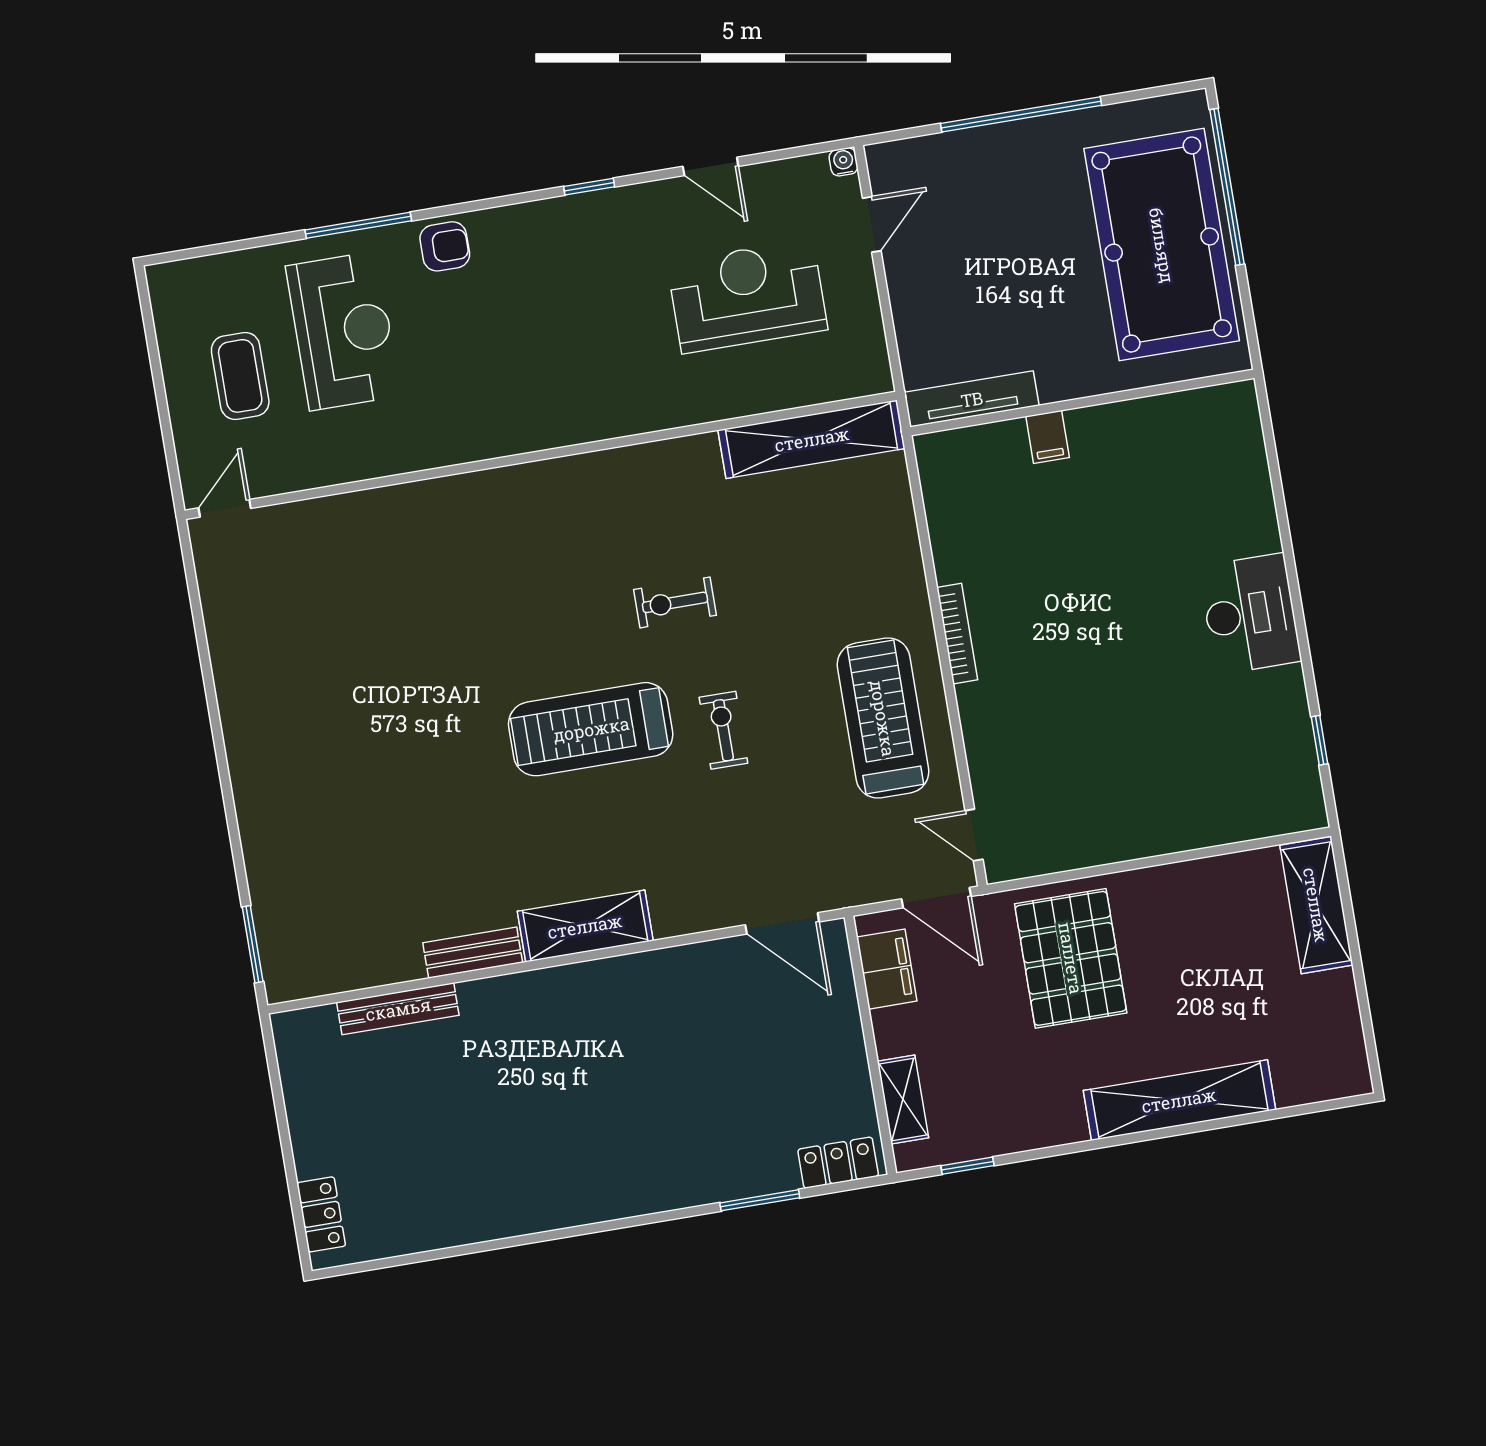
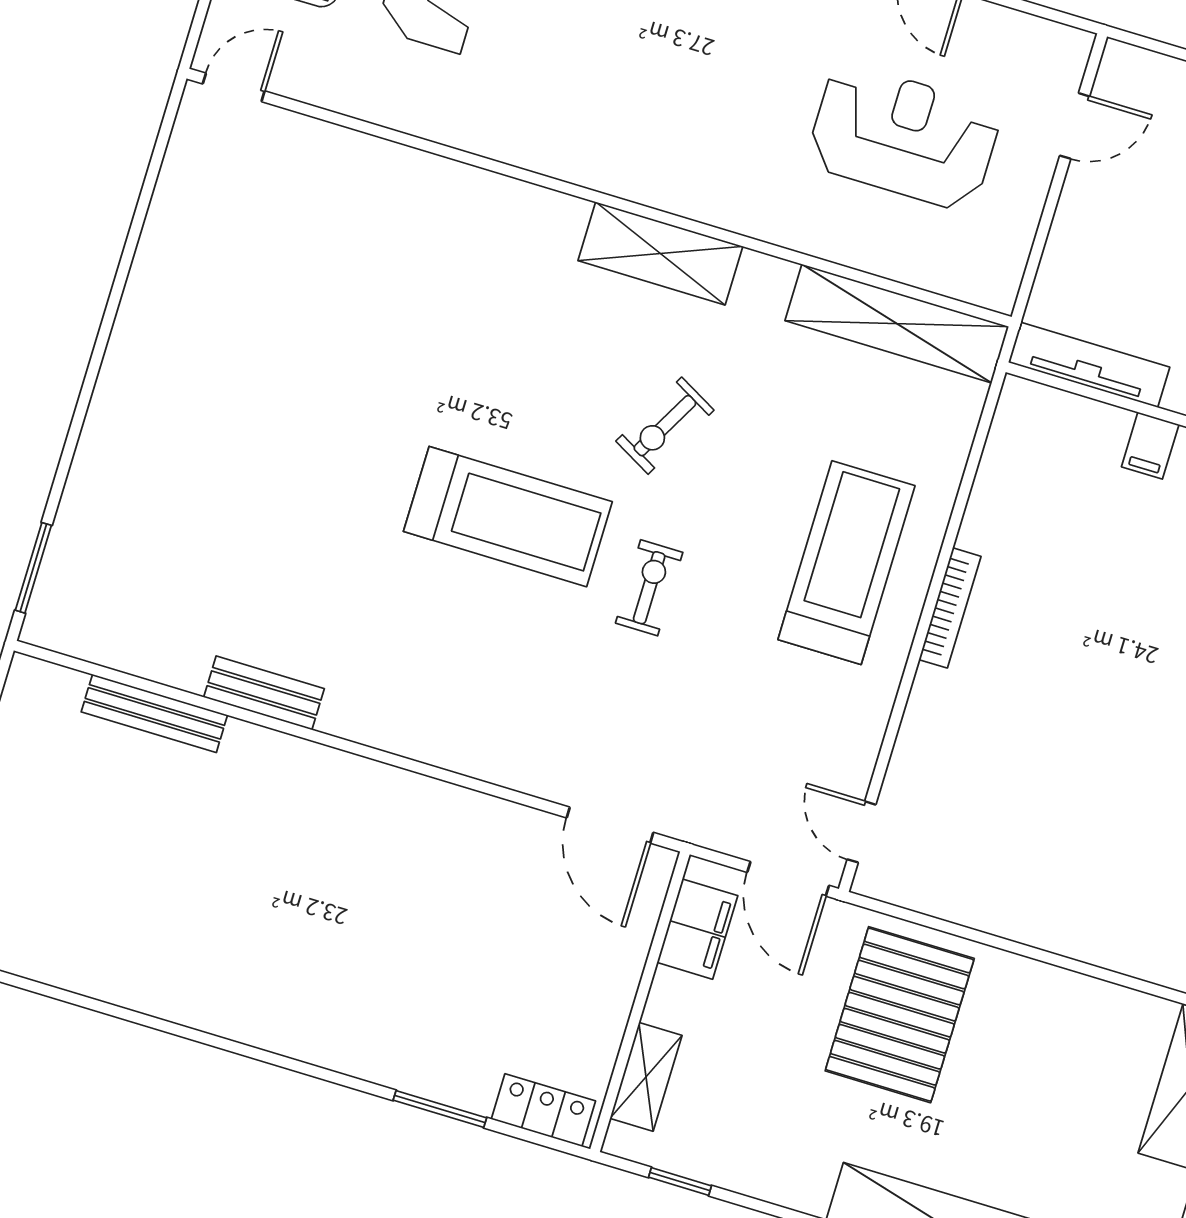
water cooler: (844, 162) -> (1077, 44), removed
exercise bike: (675, 602) -> (665, 426), turned -61
treadmill: (883, 718) -> (846, 563), moved
treadmill: (591, 729) -> (508, 517), turned 180
shelving: (585, 926) -> (660, 253), moved

